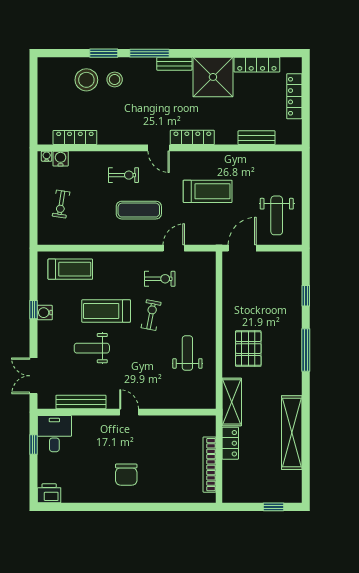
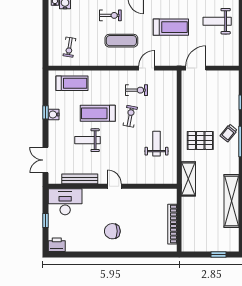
exercise bike: (61, 204) -> (69, 47), moved
weight bench: (277, 215) -> (217, 21), moved, turned 90
trolley: (288, 338) -> (229, 133), added
pallet: (248, 349) -> (200, 140), turned 90
desk: (54, 434) -> (65, 202), width x1.37
locker: (230, 443) -> (187, 209), removed
window: (33, 444) -> (45, 220), moved
chair: (126, 475) -> (112, 231), turned 90

